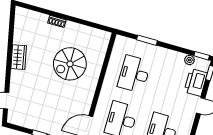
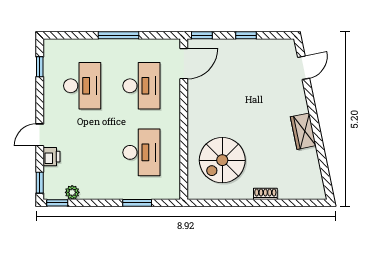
spiral stairs: (70, 64) -> (222, 160), moved, turned 180
printer: (196, 82) -> (51, 157), width x0.53, depth x0.68

